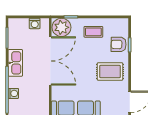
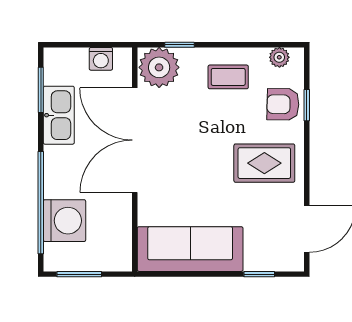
plant: (117, 23) -> (279, 57), added
double door: (50, 61) -> (135, 140), swing flipped
kitchen sink: (15, 63) -> (59, 115), moved
washing machine: (13, 93) -> (65, 221), width x1.89, depth x1.89

